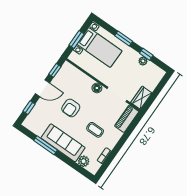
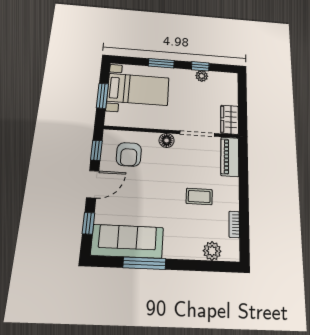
armchair: (71, 108) -> (129, 154), moved
sofa: (63, 143) -> (127, 241), moved

